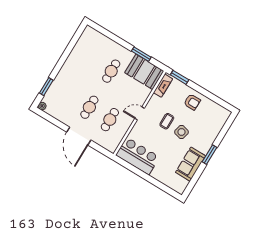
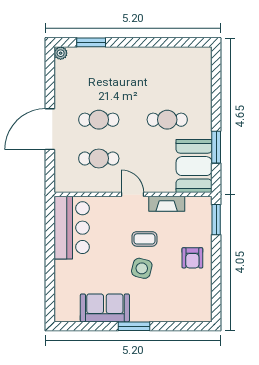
fireplace: (163, 86) -> (167, 204), moved

